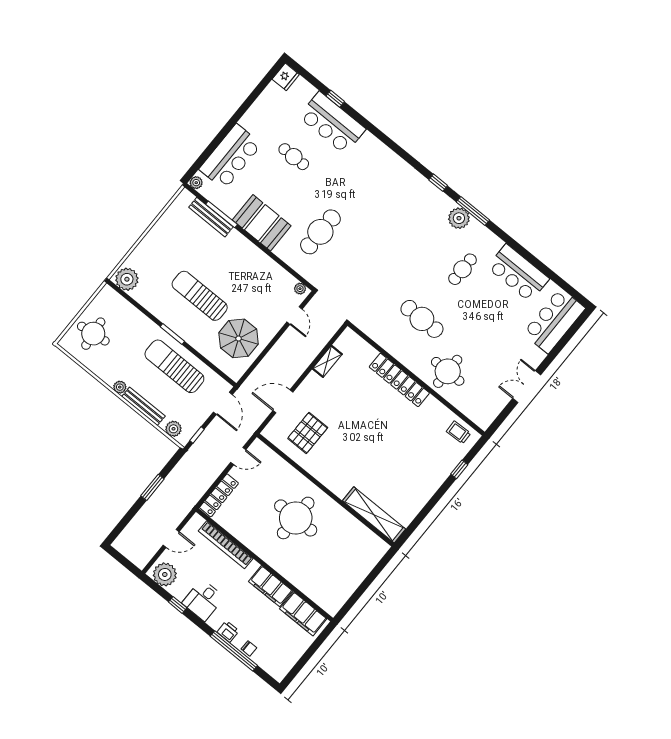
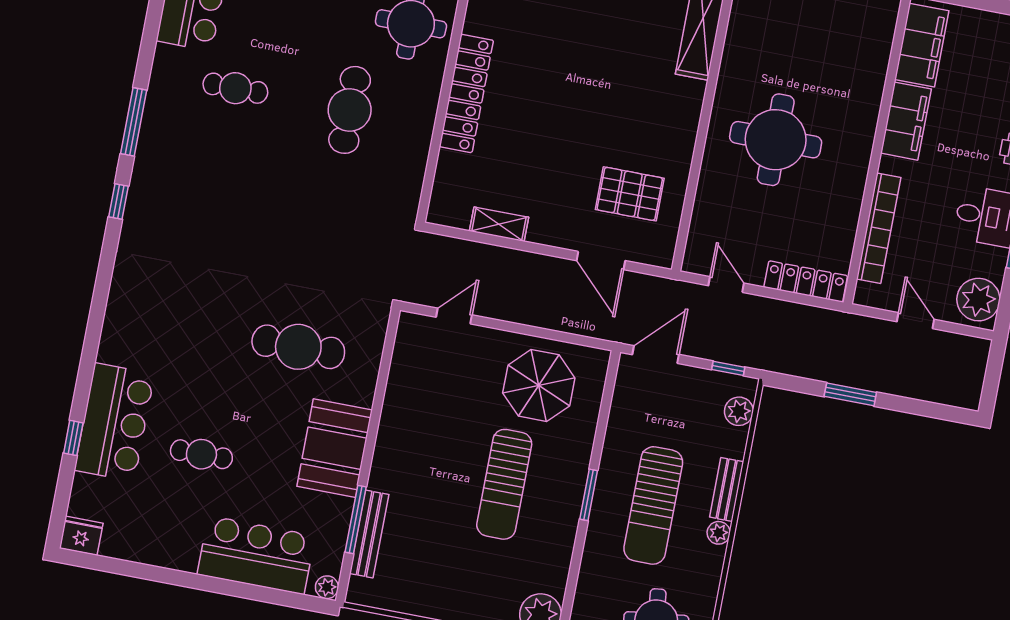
cafe table: (294, 157) -> (201, 454), turned 90
plant: (459, 218) -> (157, 138), removed
plant: (300, 289) -> (406, 330), removed
sun lounger: (174, 366) -> (653, 505), moved
bench: (143, 406) -> (727, 489), width x0.73

